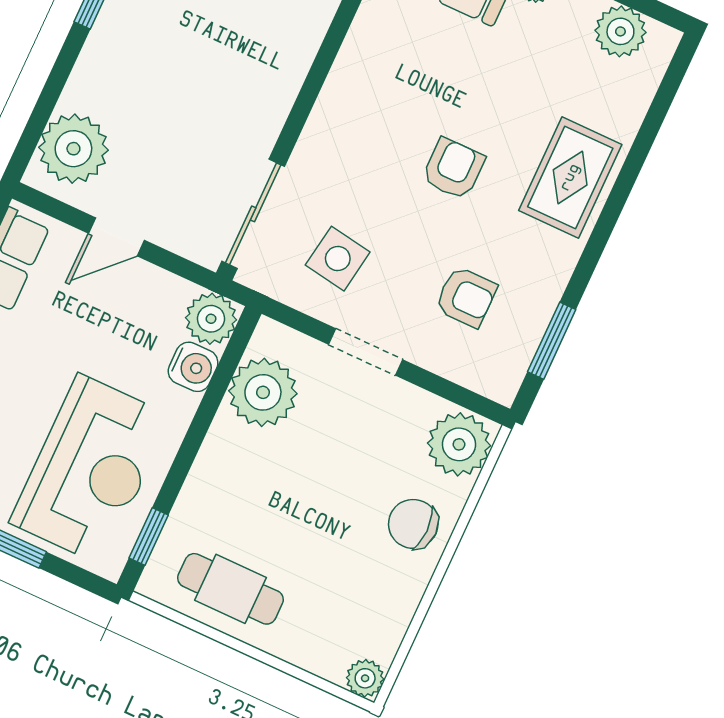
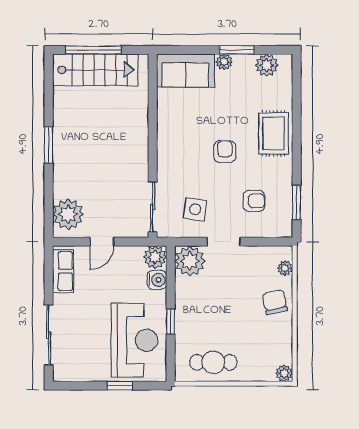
plant: (263, 392) -> (190, 261), moved
plant: (459, 444) -> (285, 268), width x0.53, depth x0.53
chair: (413, 524) -> (275, 302), turned 78
window: (149, 536) -> (171, 322), moved

